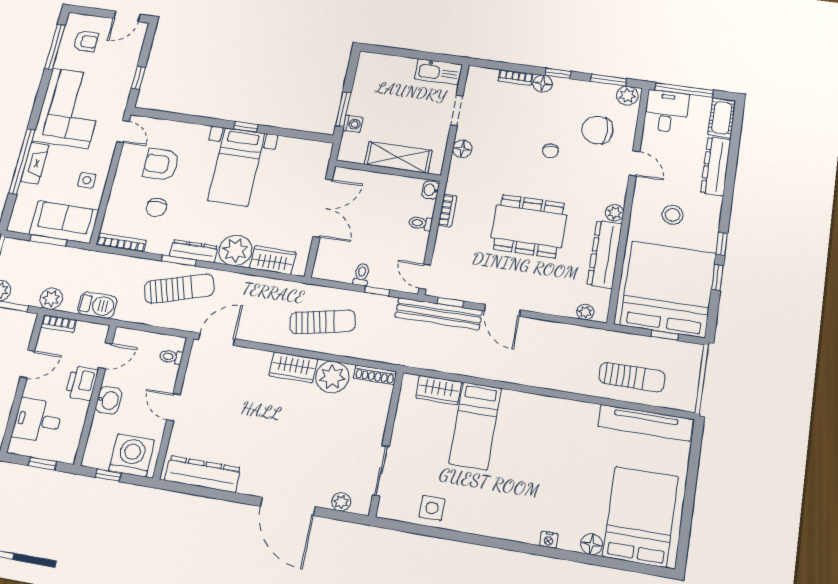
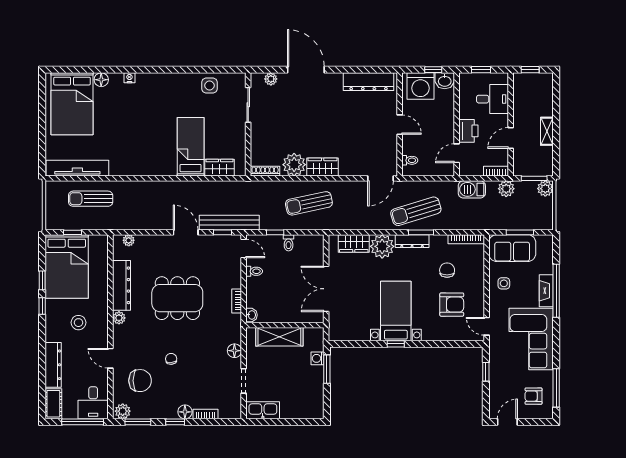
toilet: (420, 223) -> (254, 271), moved
bed: (668, 289) -> (67, 266), width x0.73
washbasin: (109, 400) -> (445, 81), moved, turned -90

